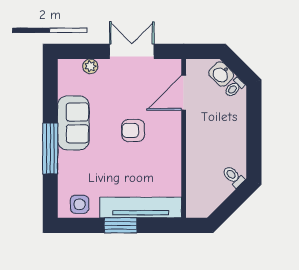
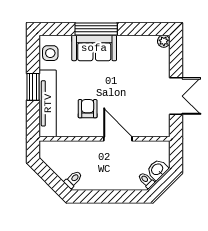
plant: (90, 66) -> (164, 41), moved
door: (184, 93) -> (118, 139), moved
sofa: (73, 123) -> (94, 48), moved
armchair: (133, 130) -> (88, 109), moved

